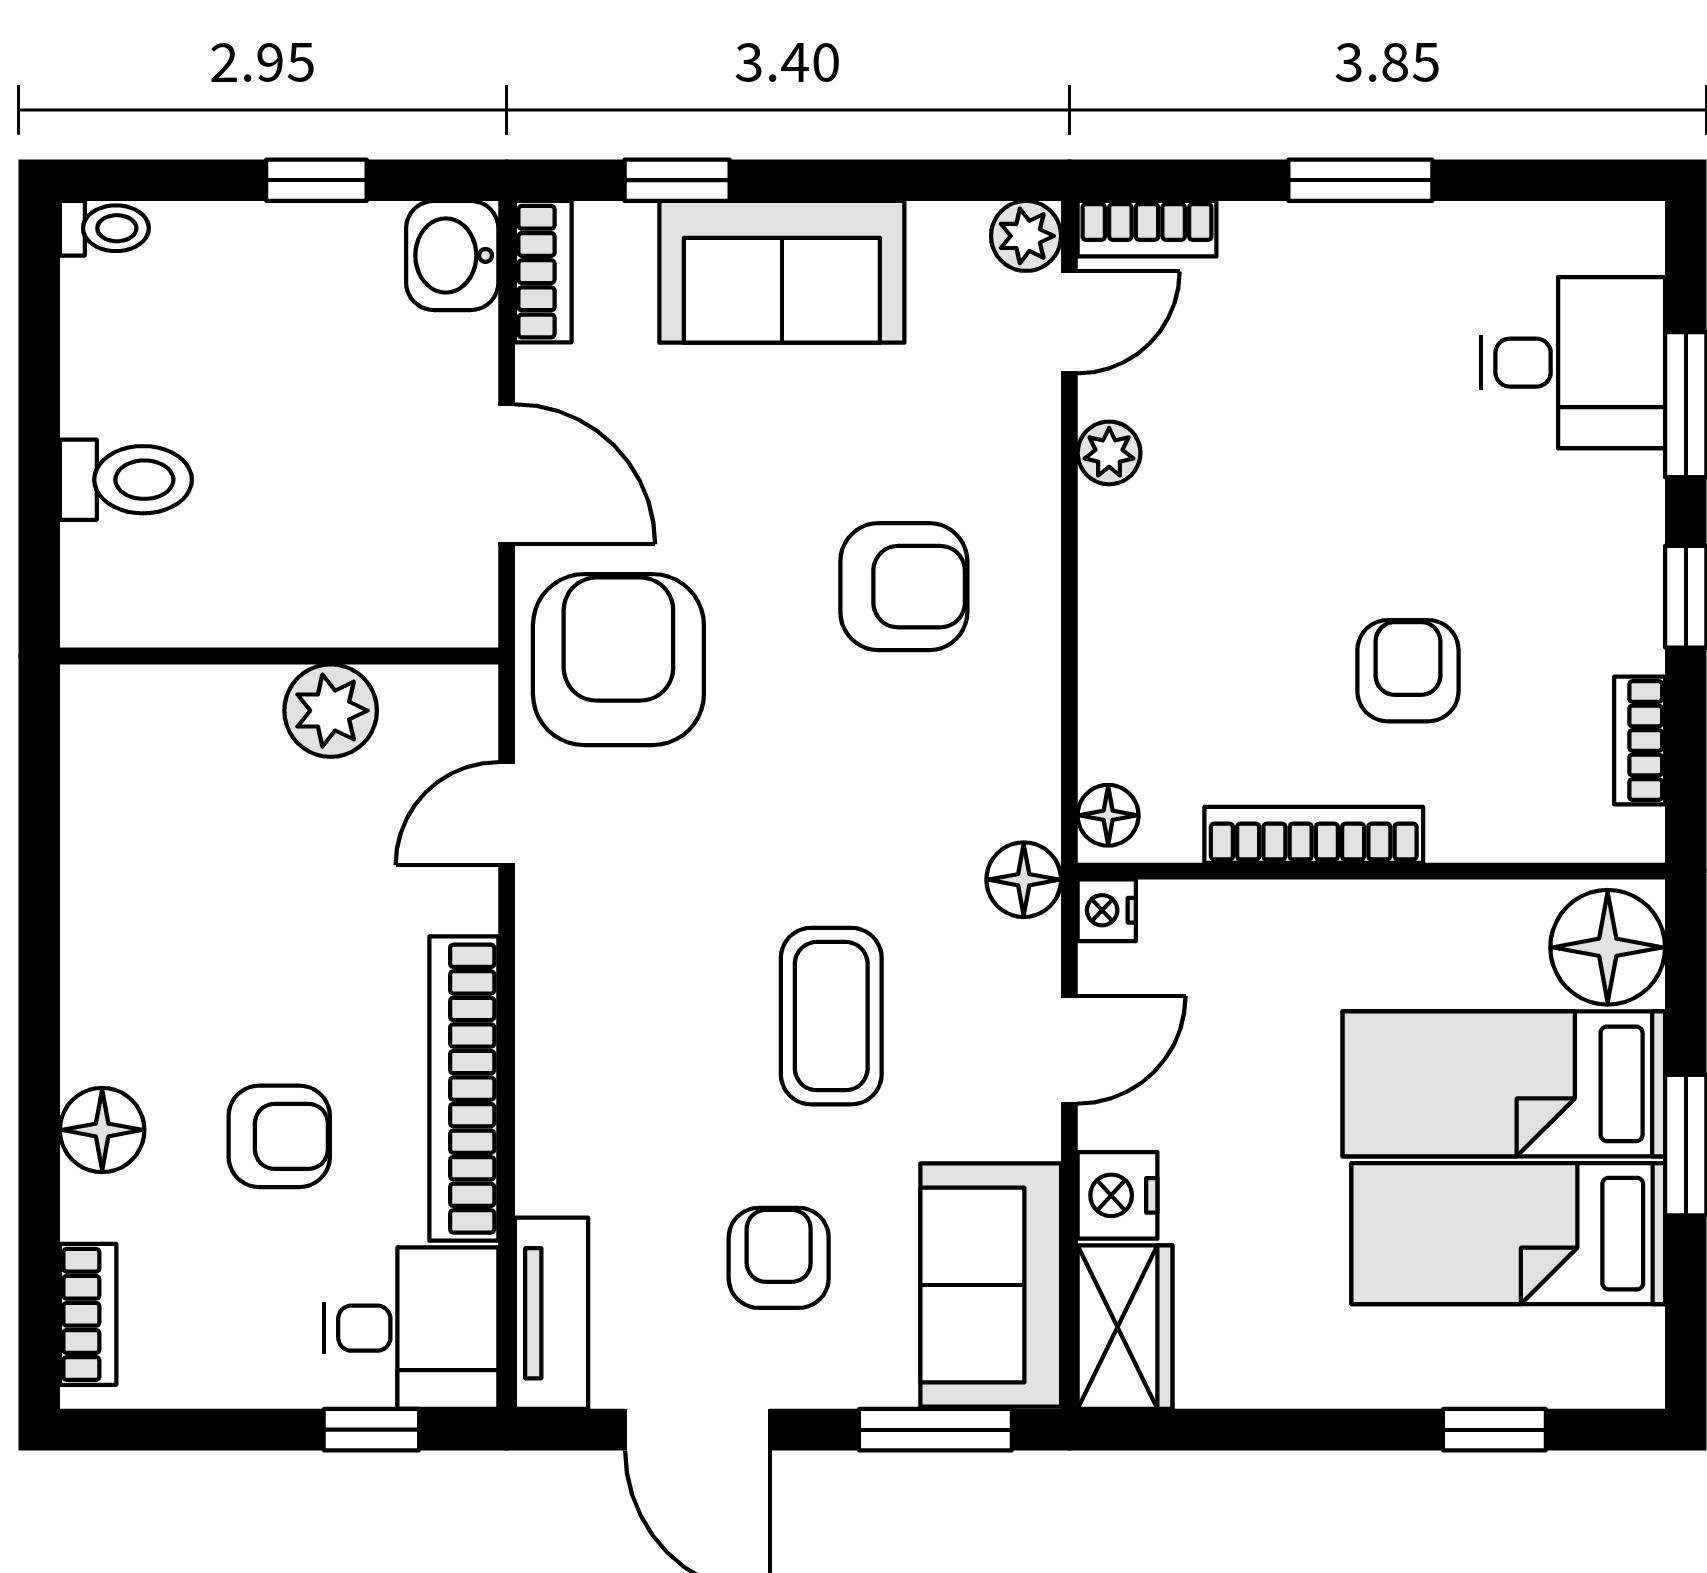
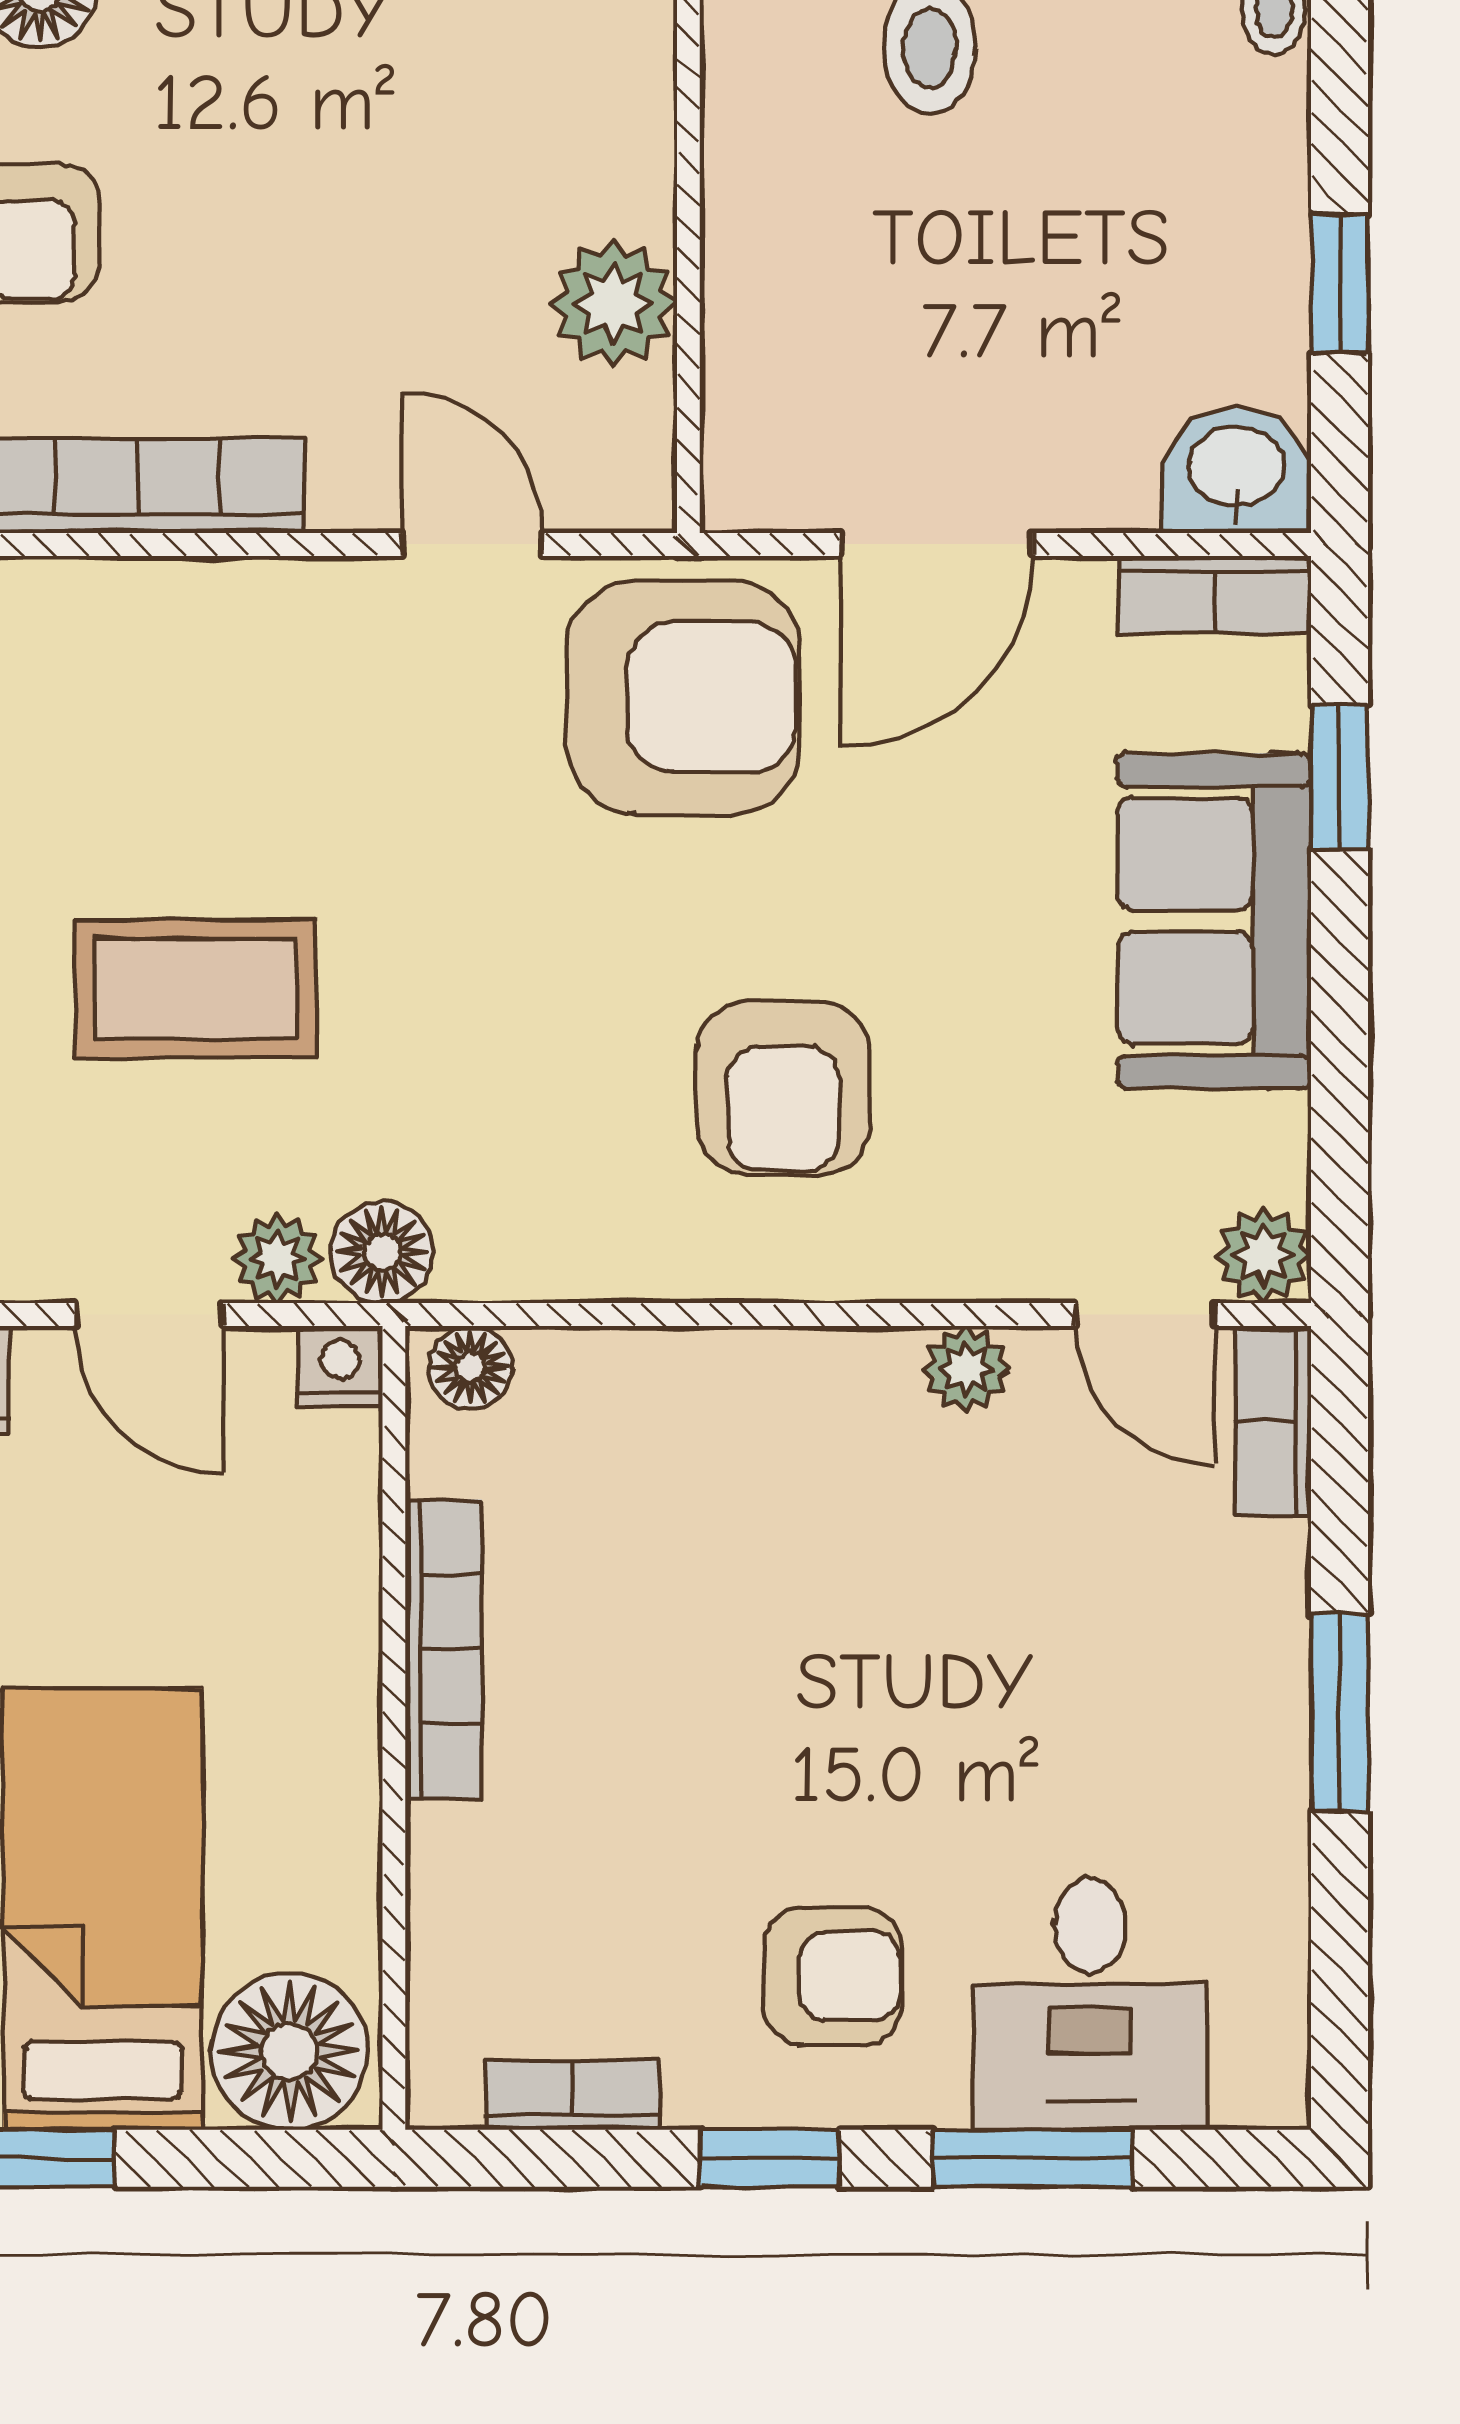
armchair: (1408, 671) -> (833, 1976), moved
plant: (1029, 956) -> (277, 1259), added

